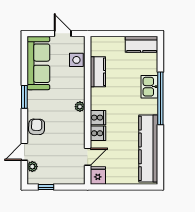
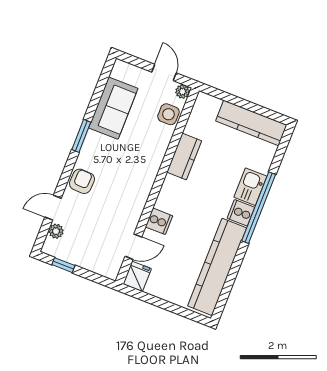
kitchen counter: (142, 44) -> (251, 123), width x1.50
sofa: (38, 63) -> (113, 108), width x0.73
kitchen counter: (98, 72) -> (184, 156), moved
plant: (80, 107) -> (182, 92), moved
cooker: (98, 118) -> (241, 213), moved, turned 180

